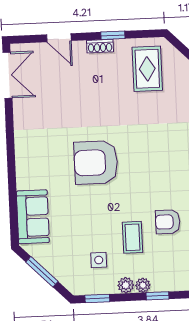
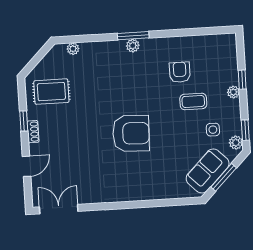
armchair: (96, 163) -> (131, 133), turned -88
sofa: (33, 217) -> (208, 171), moved, turned -45
armchair: (168, 222) -> (180, 72), turned 180
plant: (126, 285) -> (236, 143), moved

